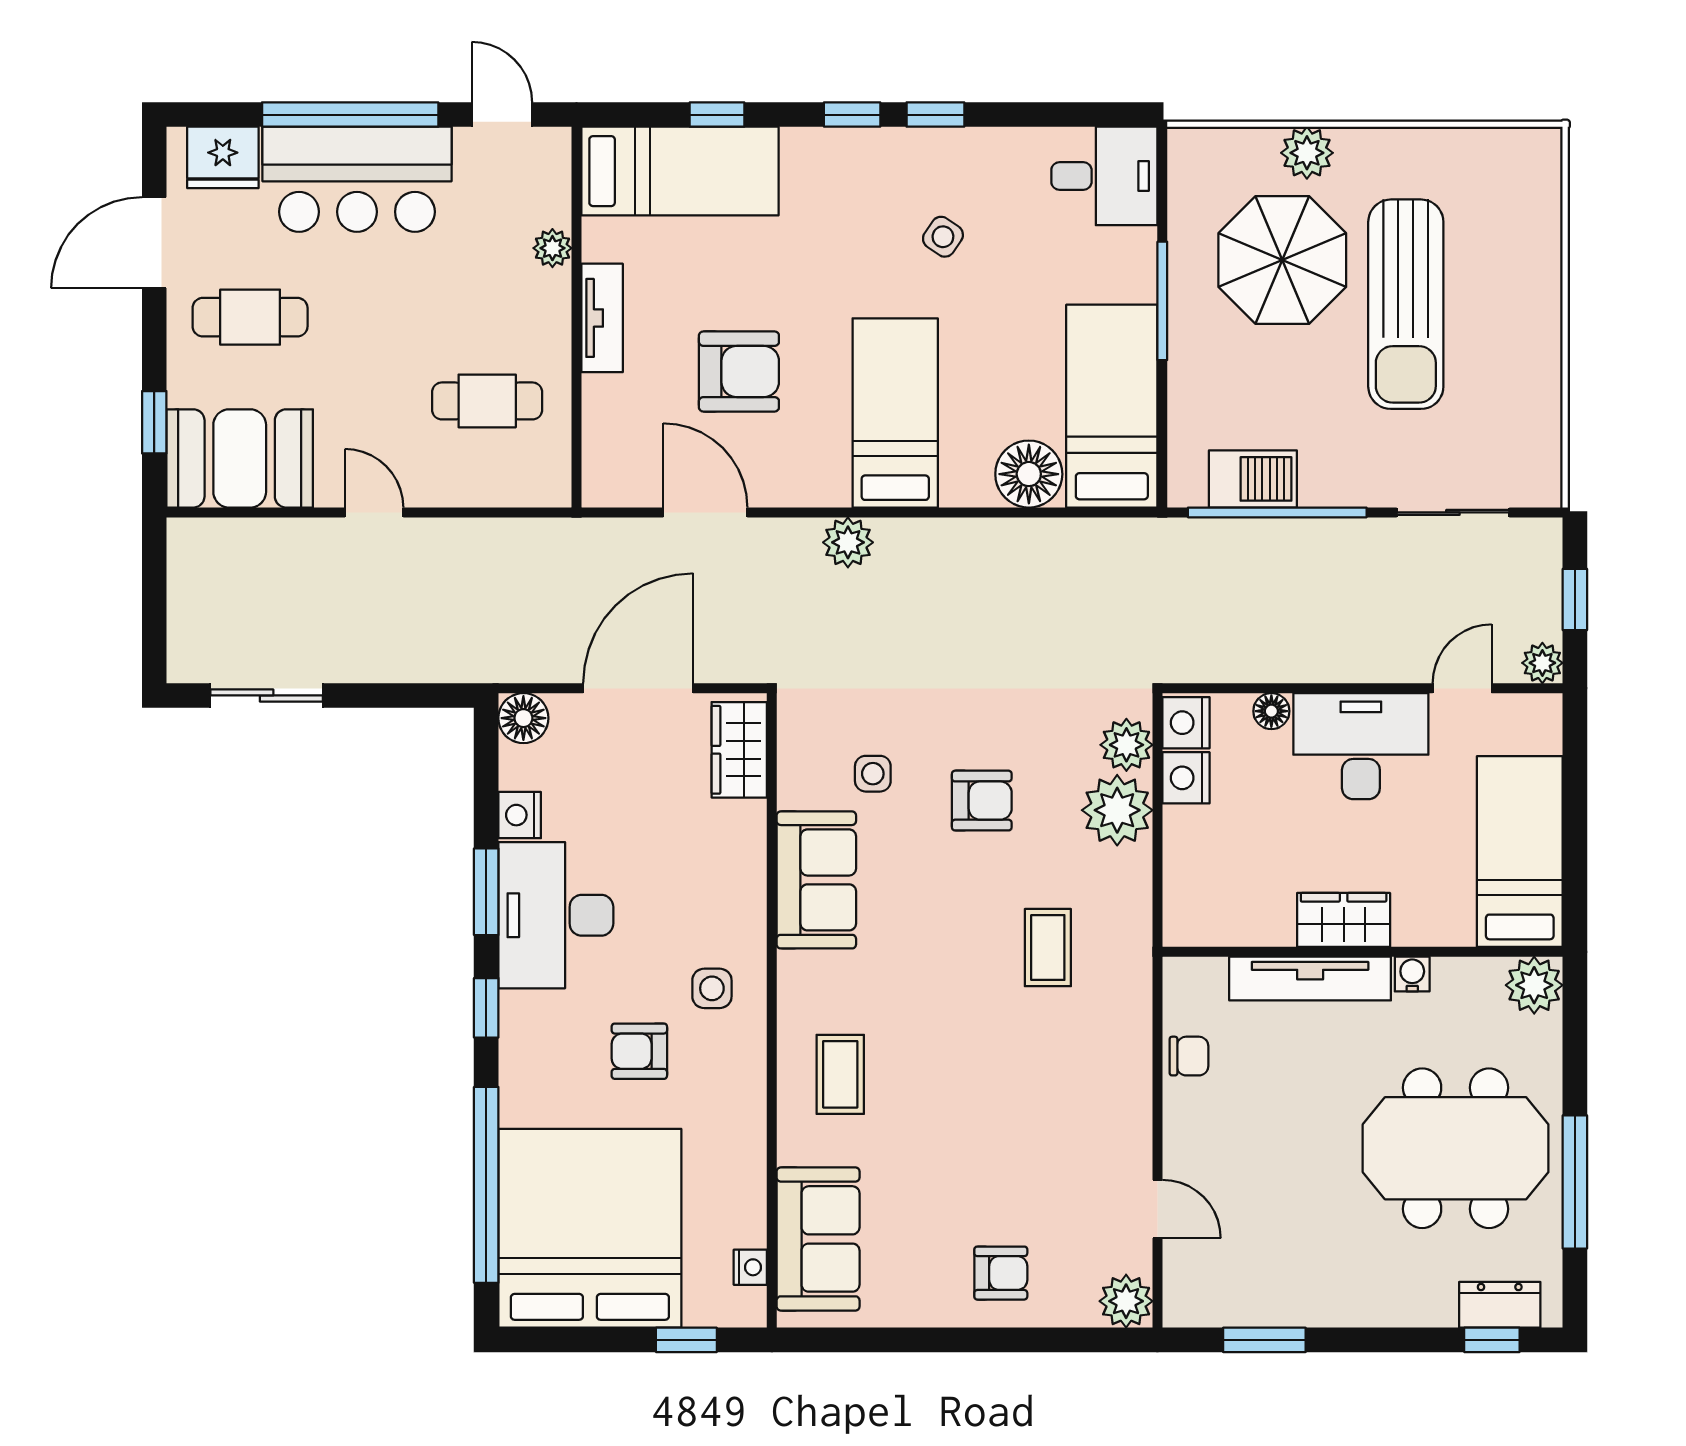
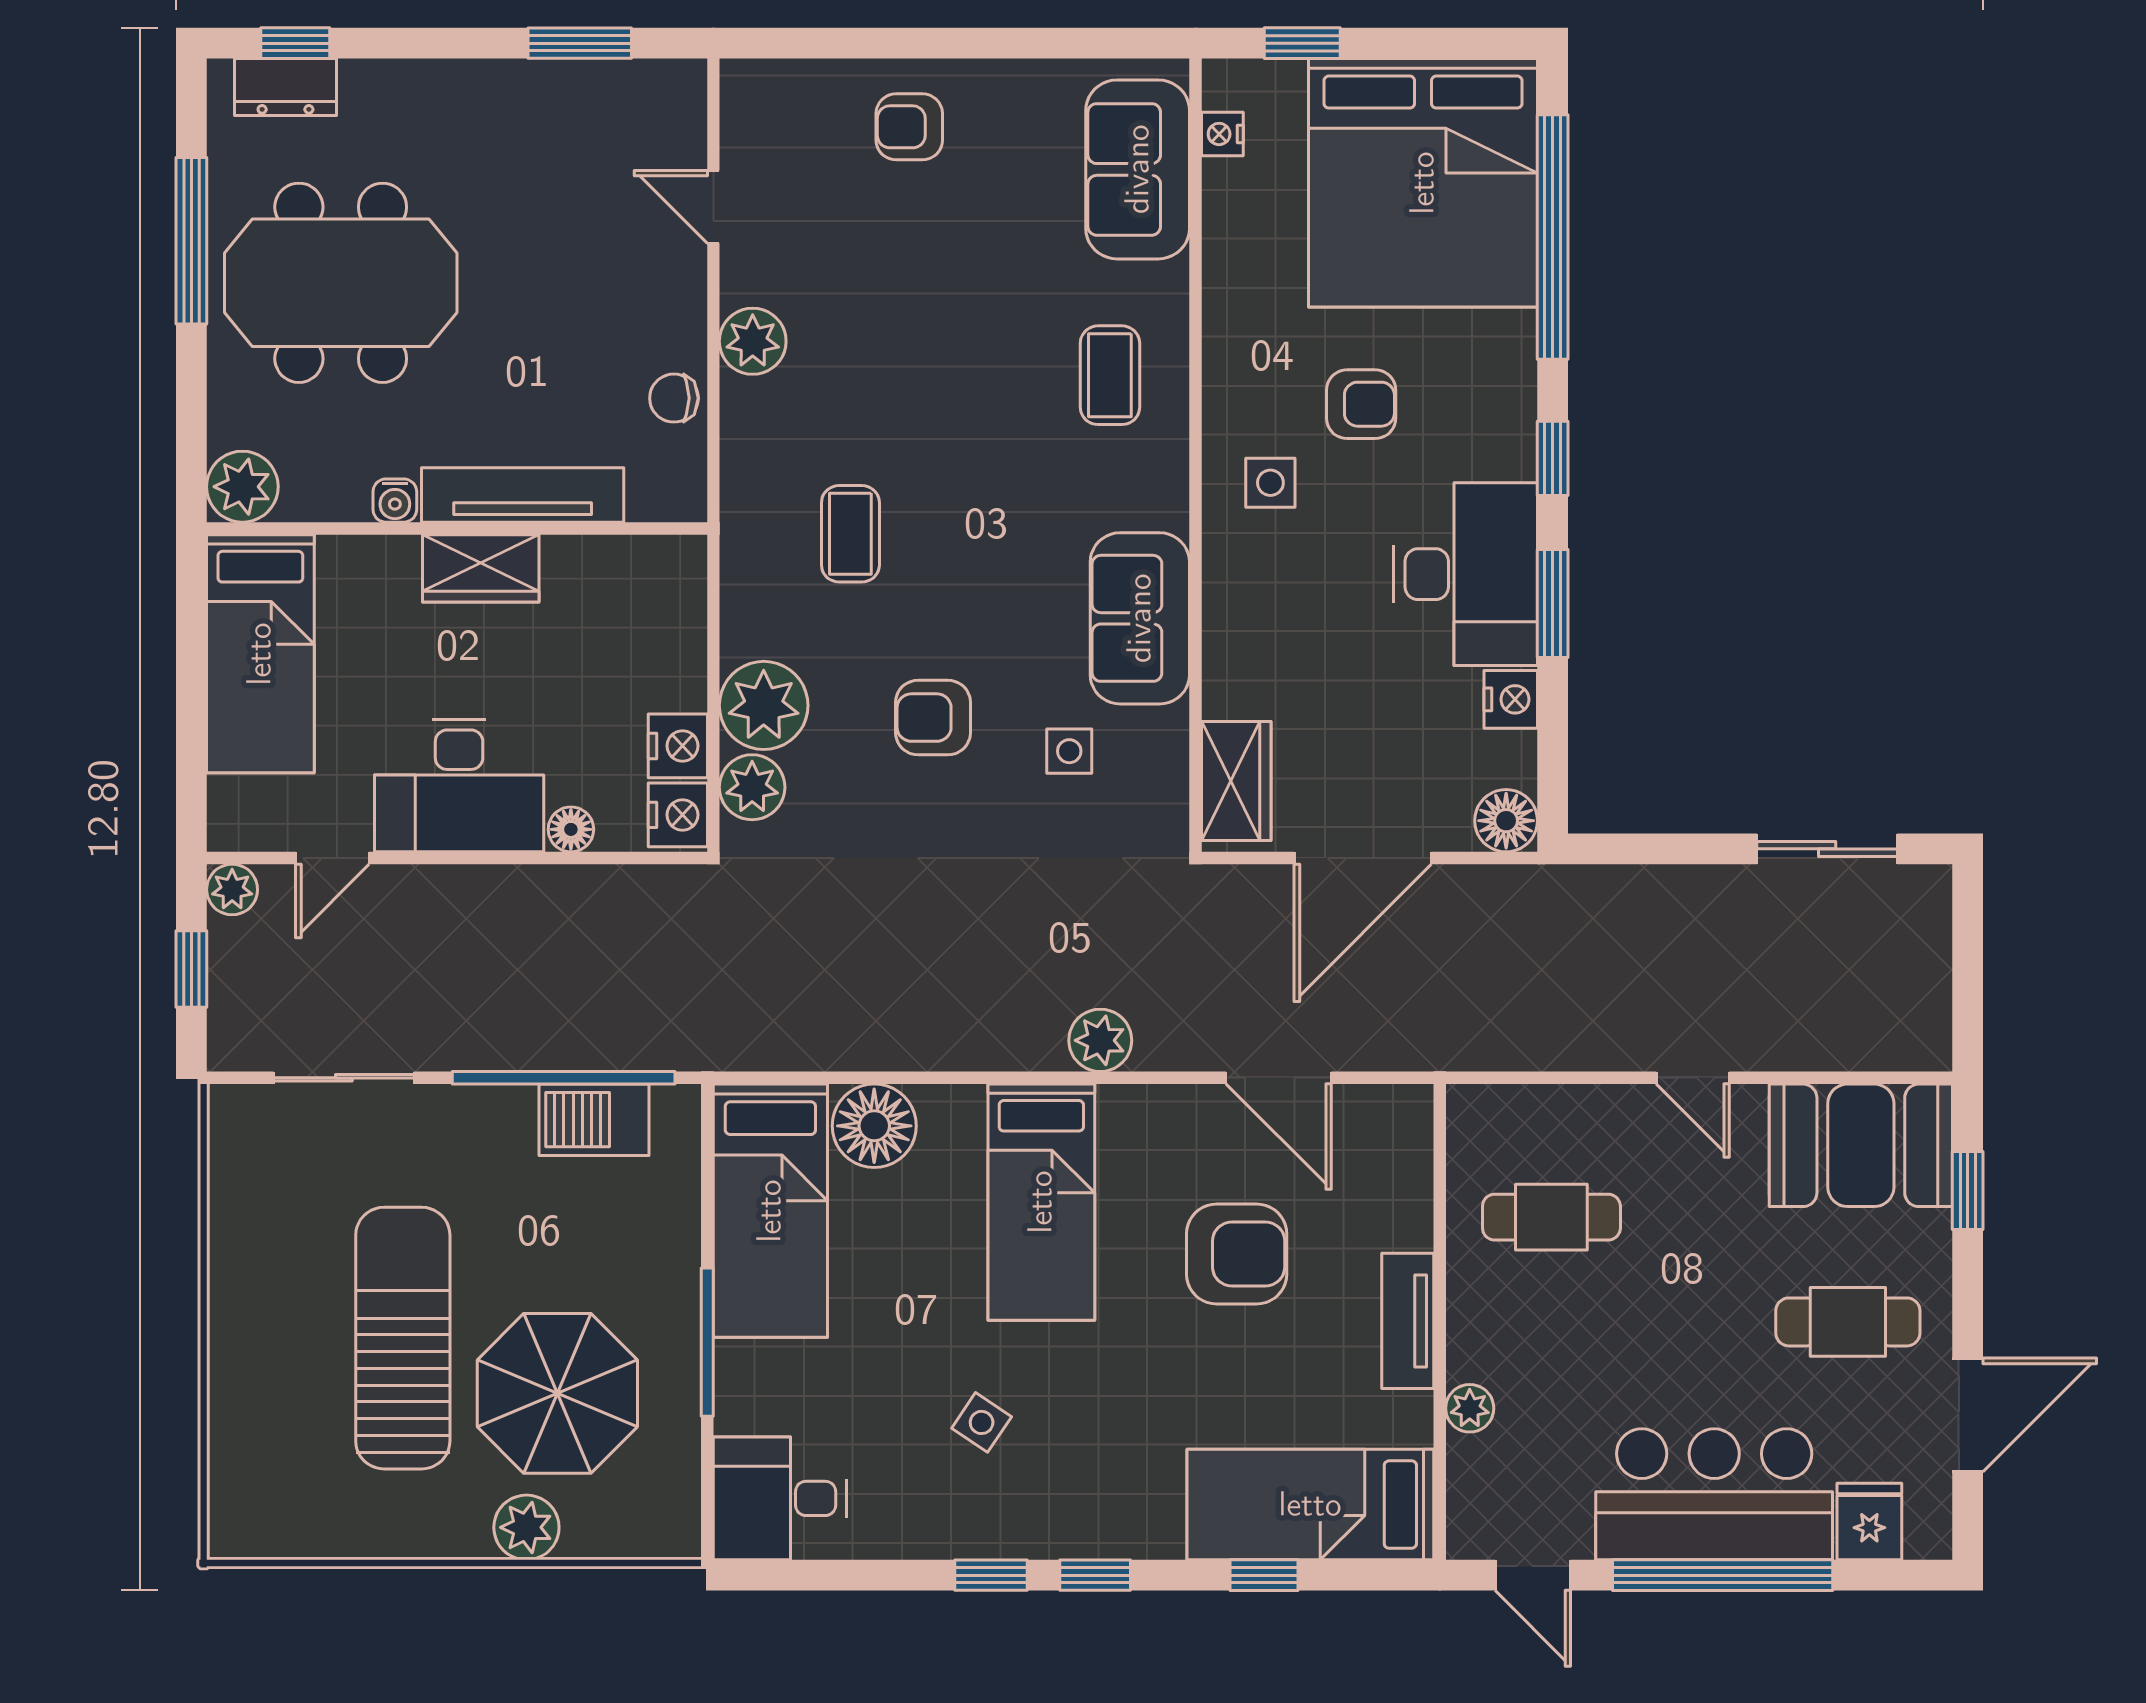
fridge: (223, 157) -> (1869, 1522), width x0.72
armchair: (739, 371) -> (1237, 1254), turned 180
plant: (1126, 1301) -> (753, 341), moved

